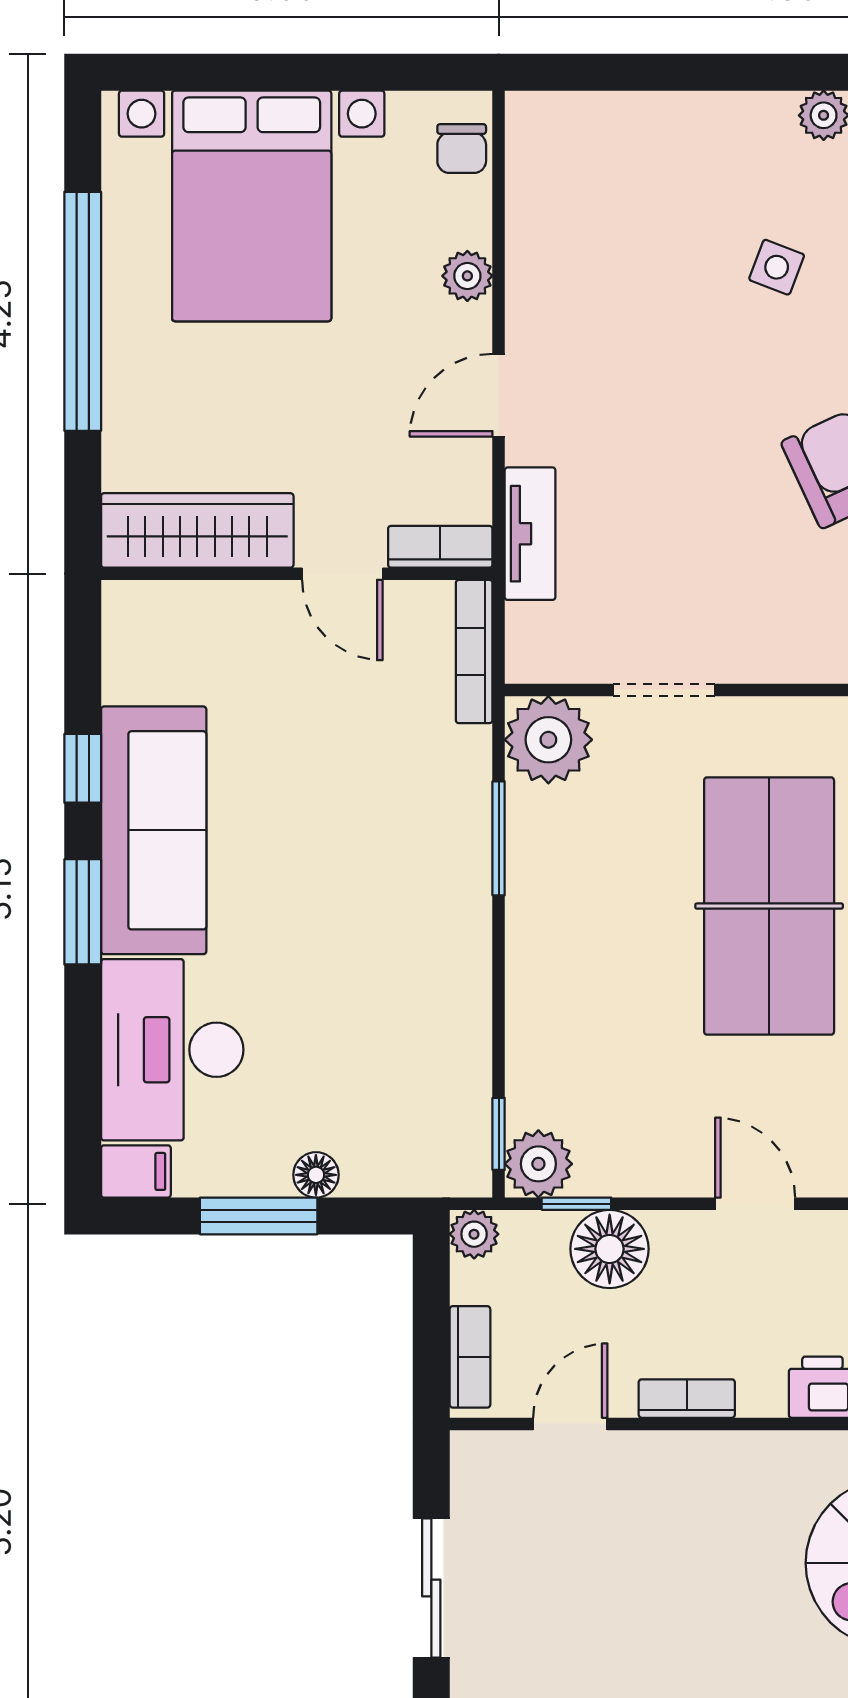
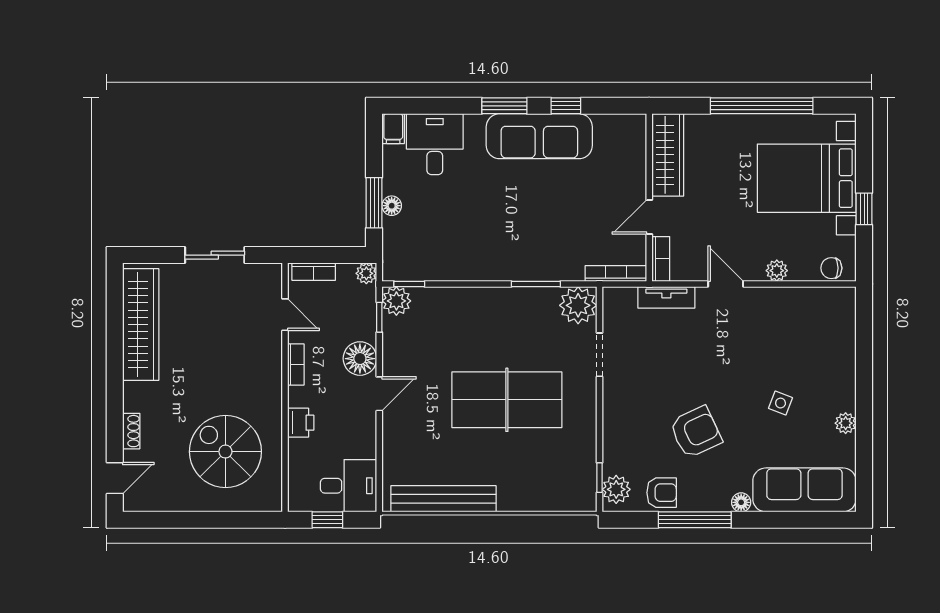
window: (323, 72) -> (864, 209), added
desk: (172, 1050) -> (435, 144), width x0.73
window: (259, 1216) -> (374, 203), moved
floor lamp: (610, 1249) -> (360, 359), moved

